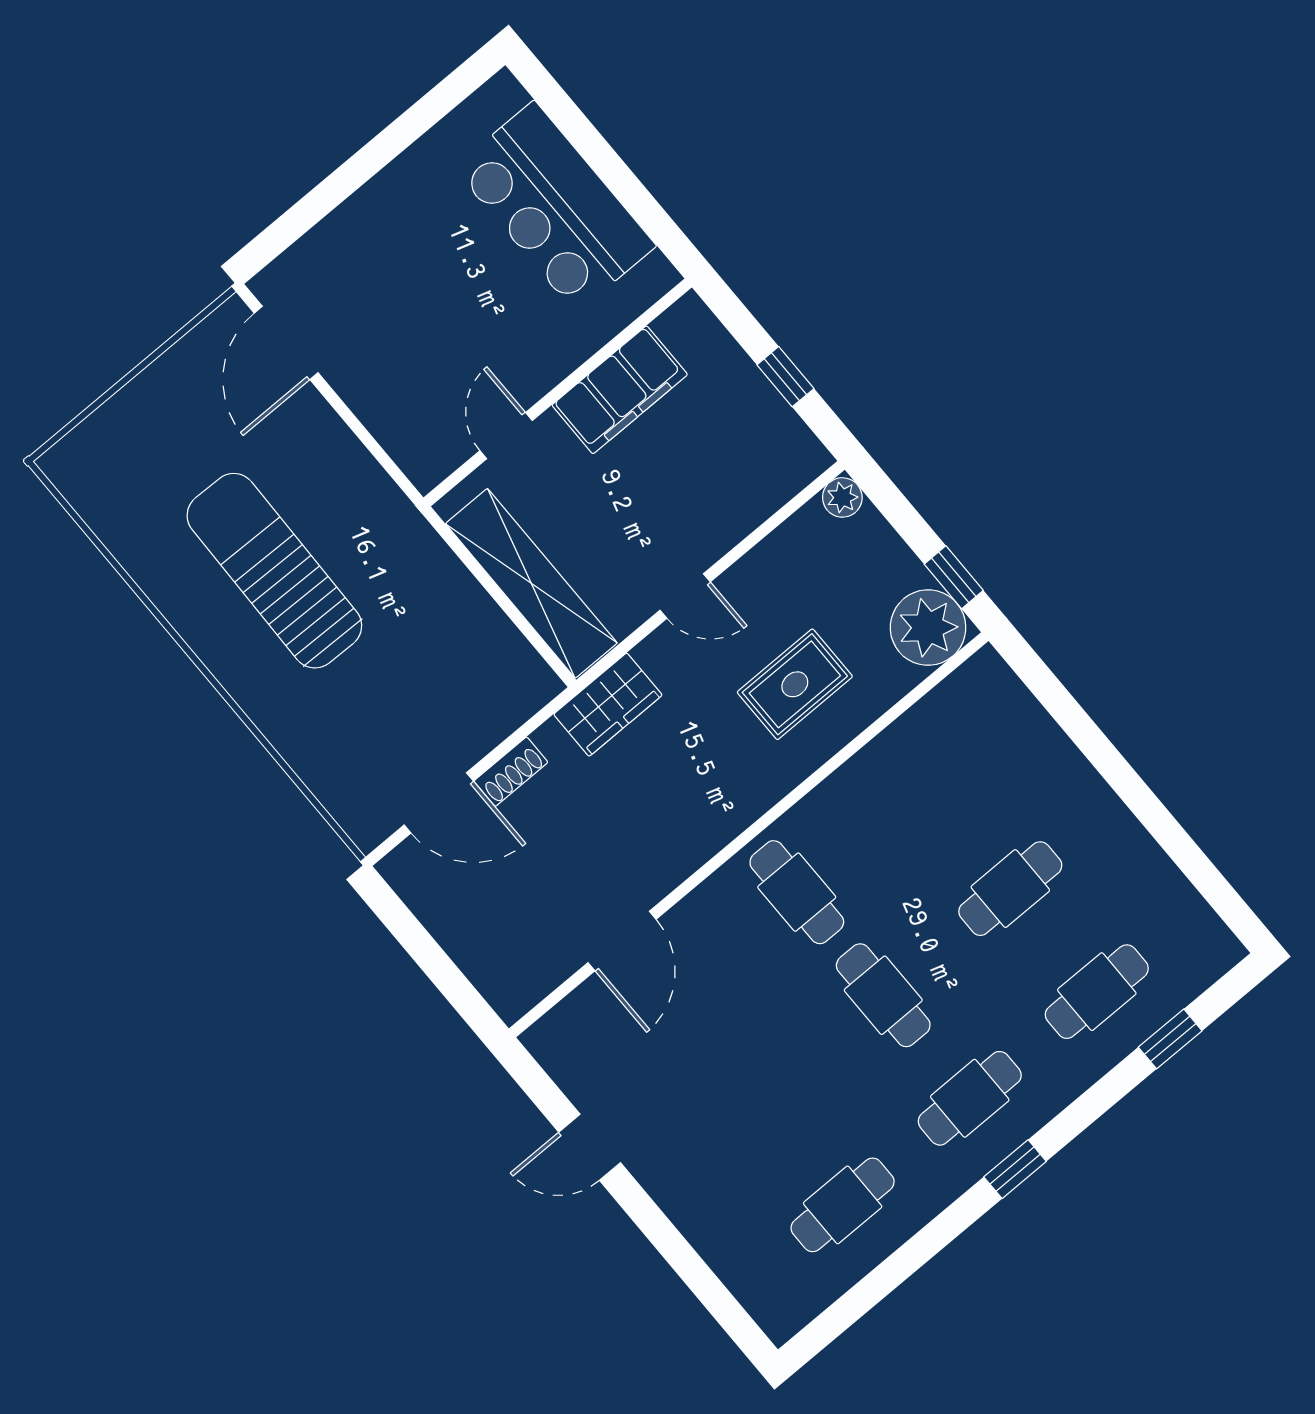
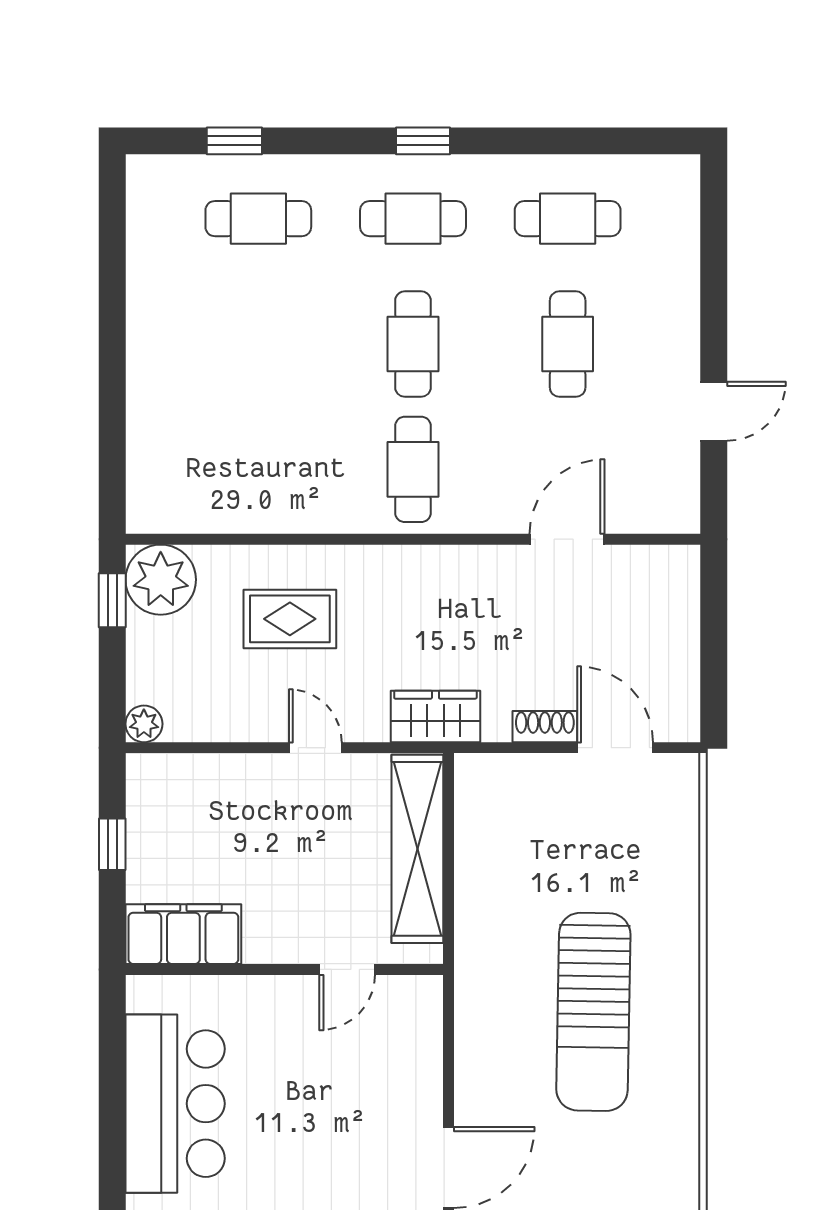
filing cabinet: (620, 390) -> (183, 934), moved
cafe table: (1010, 889) -> (568, 344), moved, turned 90
door: (590, 1147) -> (714, 411), hinge flipped

